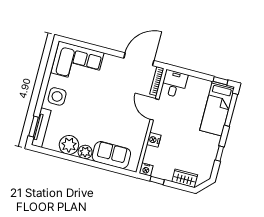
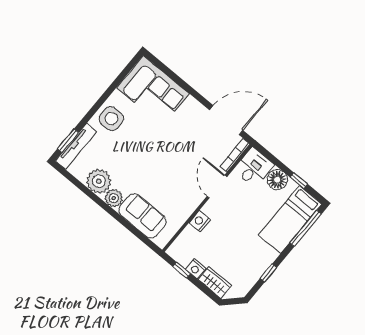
window: (220, 81) -> (299, 181), moved
floor lamp: (195, 85) -> (277, 180), added
nightstand: (146, 169) -> (196, 269), moved

